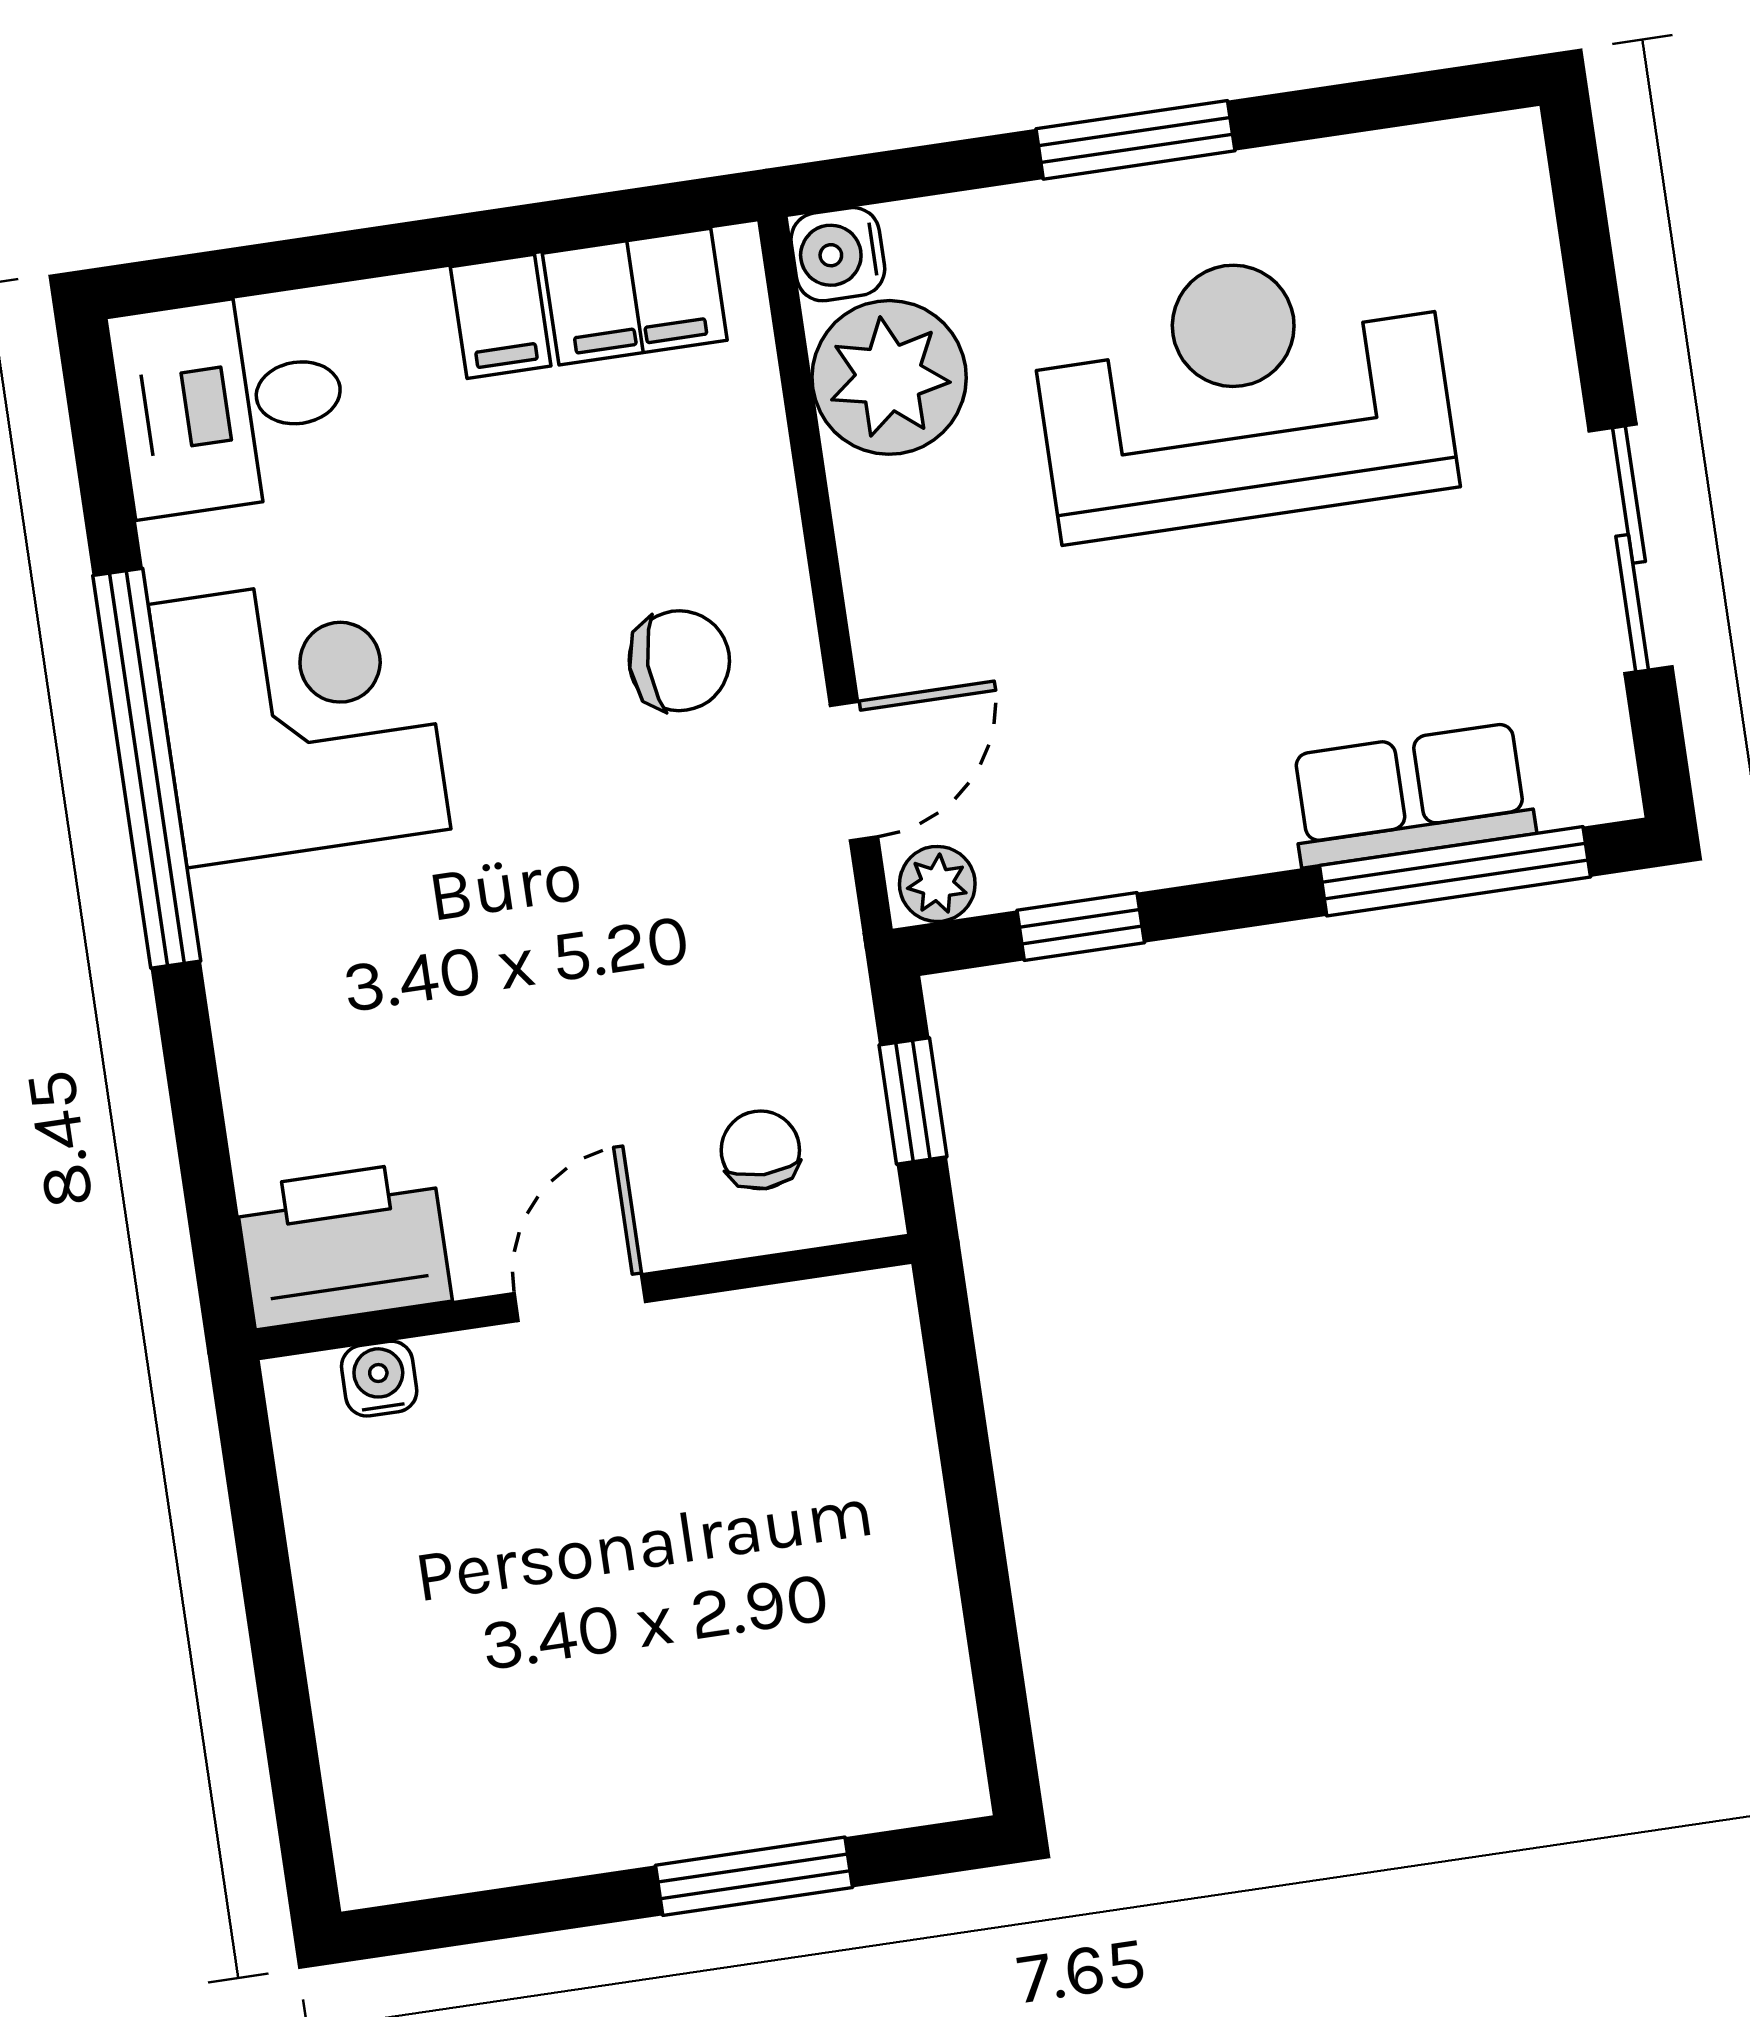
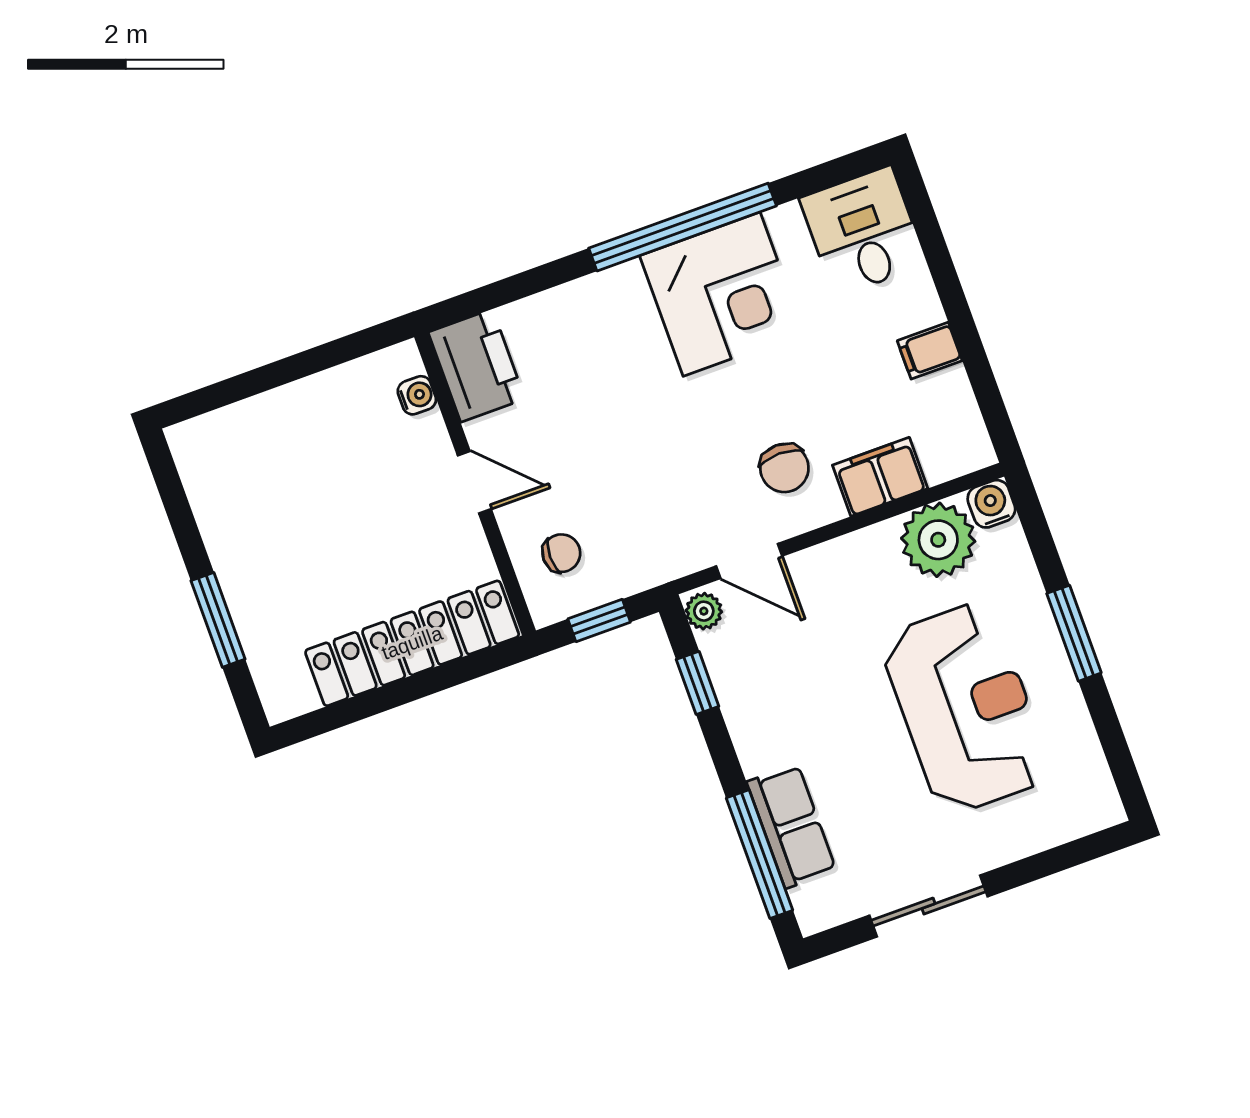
filing cabinet: (635, 297) -> (880, 477), moved, turned 90
locker: (882, 1491) -> (412, 643), added

